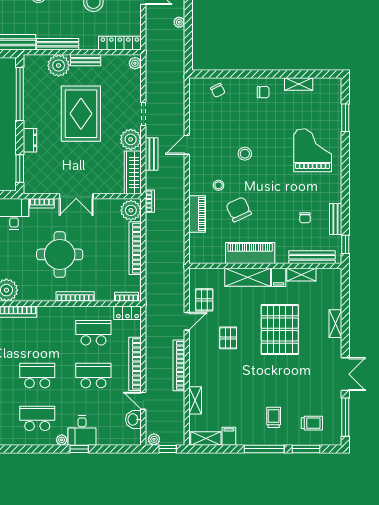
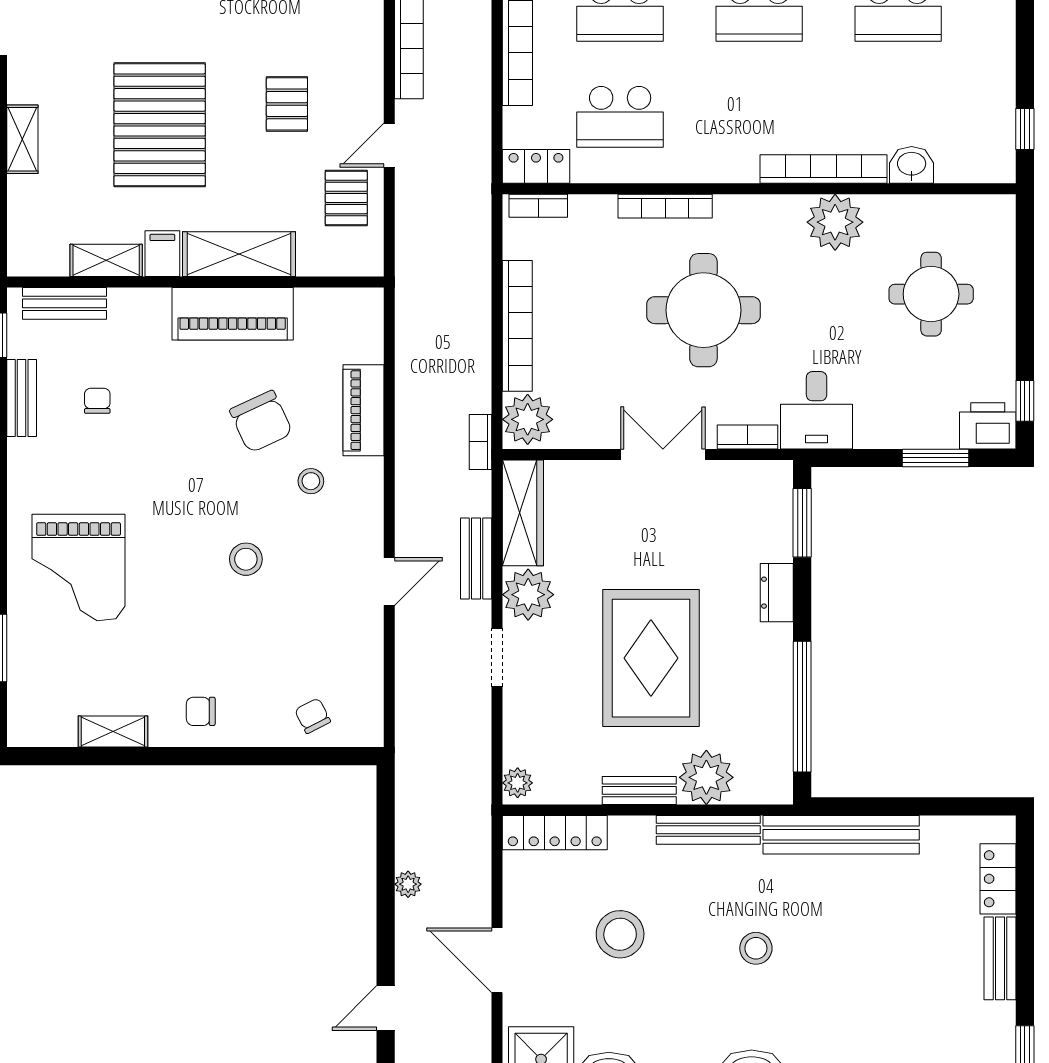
bench: (312, 257) -> (64, 303), width x0.73

